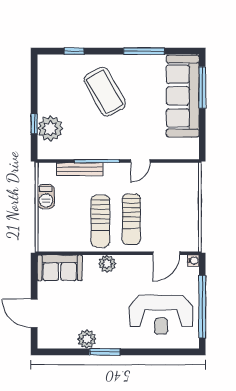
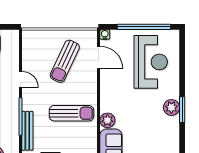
sun lounger: (131, 219) -> (65, 61), moved, turned 115
plant: (107, 264) -> (107, 120), moved
plant: (87, 339) -> (171, 107), moved

